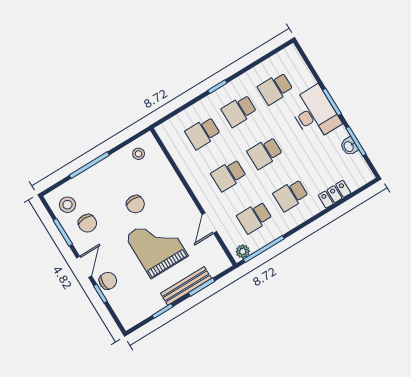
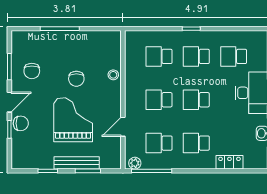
stool: (139, 154) -> (113, 75), moved
stool: (67, 205) -> (25, 48), removed

